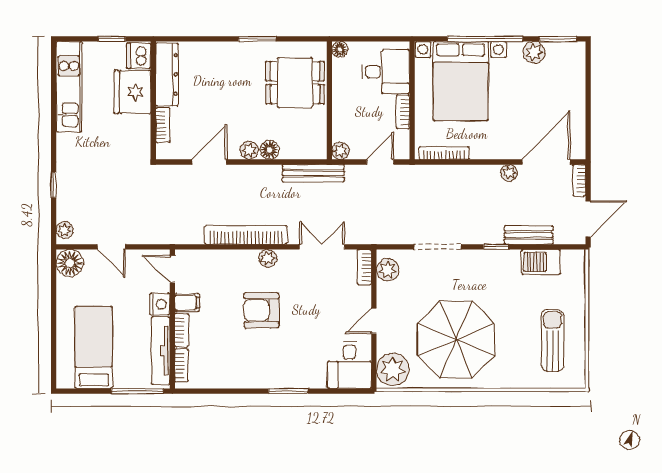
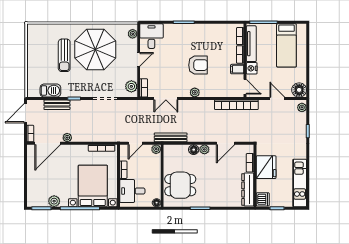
fridge: (132, 92) -> (266, 167), moved
bookcase: (246, 235) -> (236, 105), moved
sun lounger: (553, 341) -> (64, 55), moved
plant: (393, 369) -> (133, 34), width x0.53, depth x0.53

